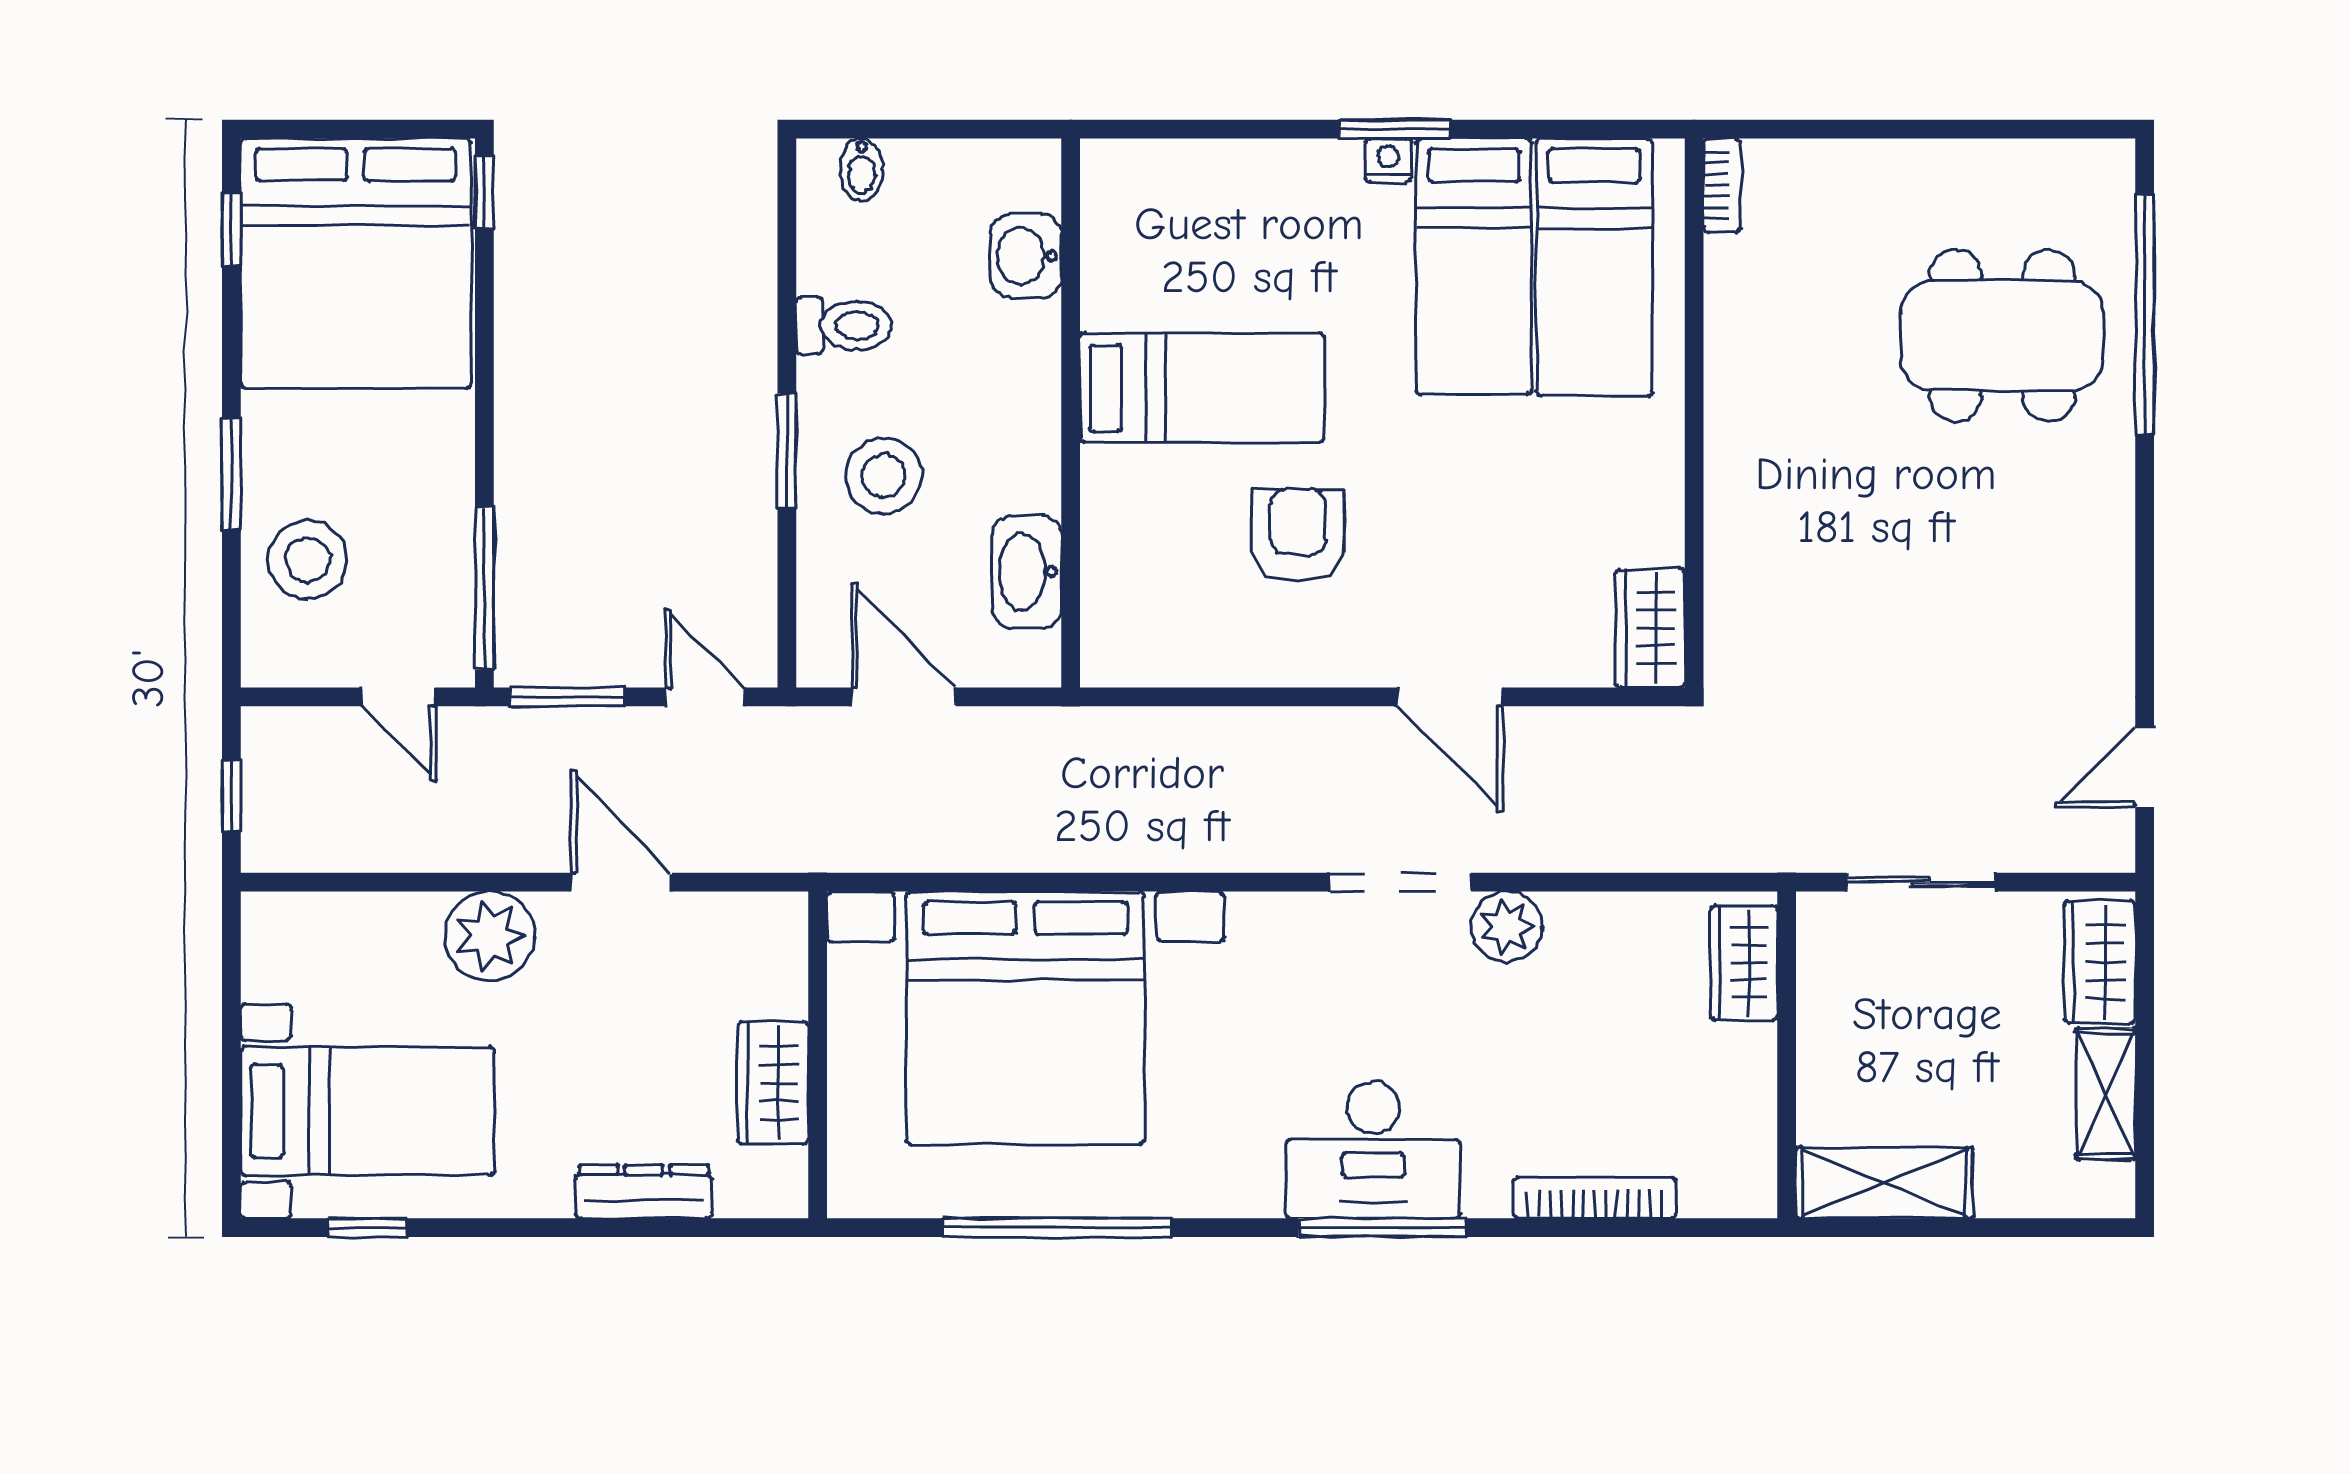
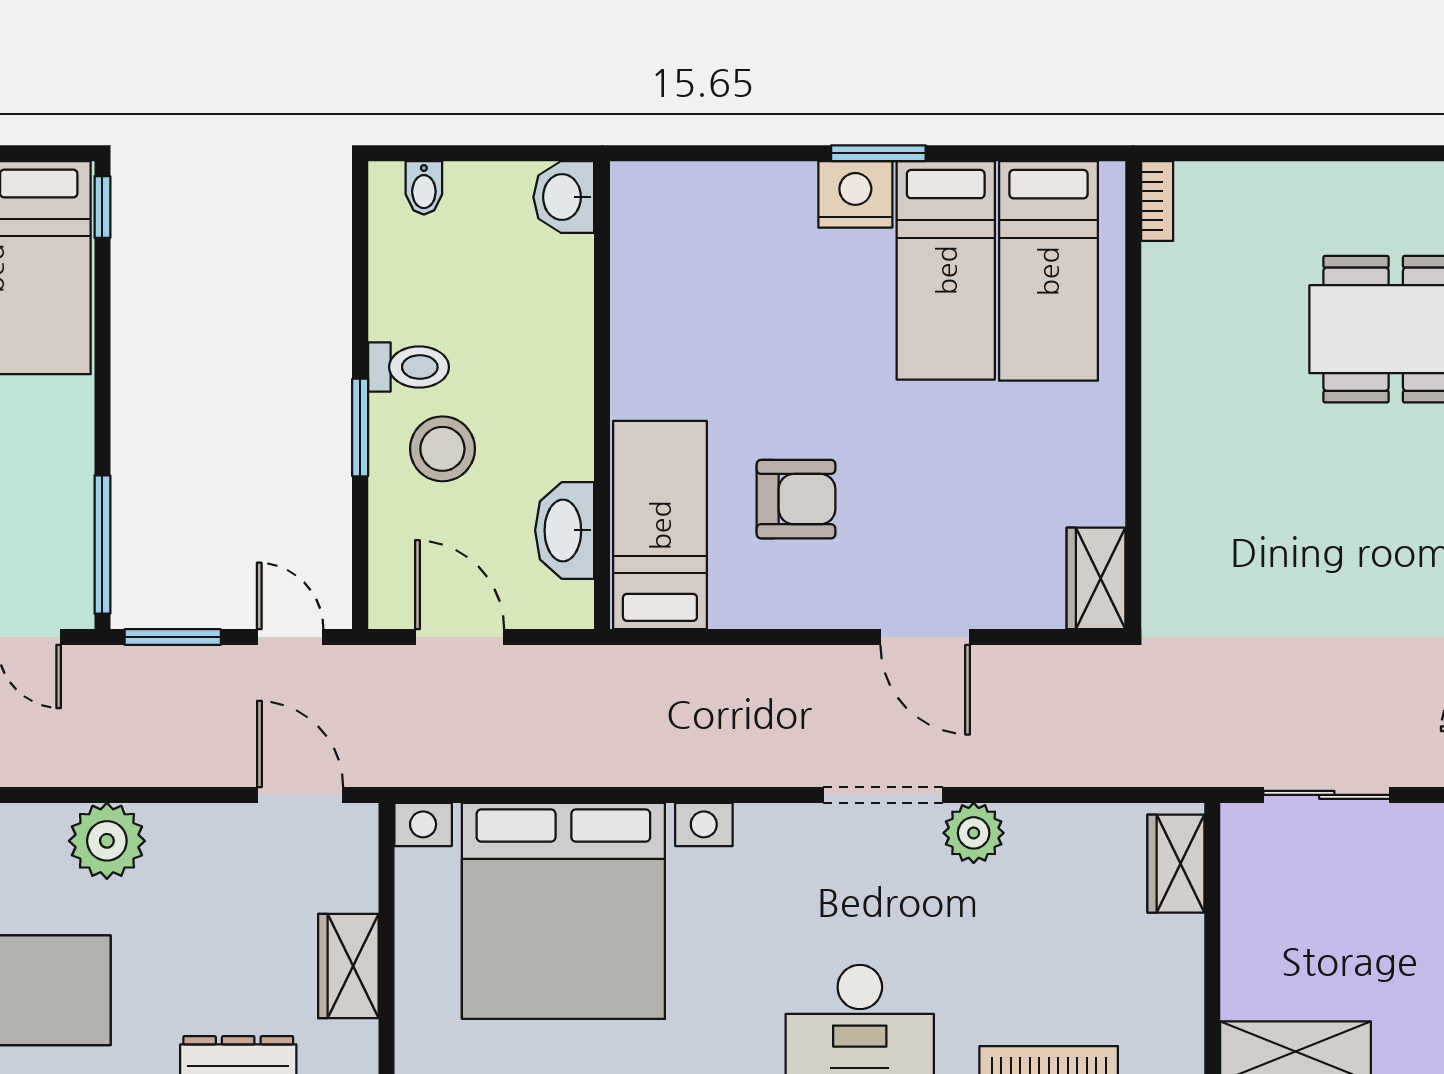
nightstand: (1388, 160) -> (855, 194), width x1.89, depth x1.79
washbasin: (1026, 256) -> (564, 197), moved
toilet: (844, 326) -> (408, 367), moved
bed: (1202, 388) -> (660, 525), moved, turned -90
armchair: (1298, 535) -> (796, 499), turned 90
door: (622, 882) -> (300, 795), moved

